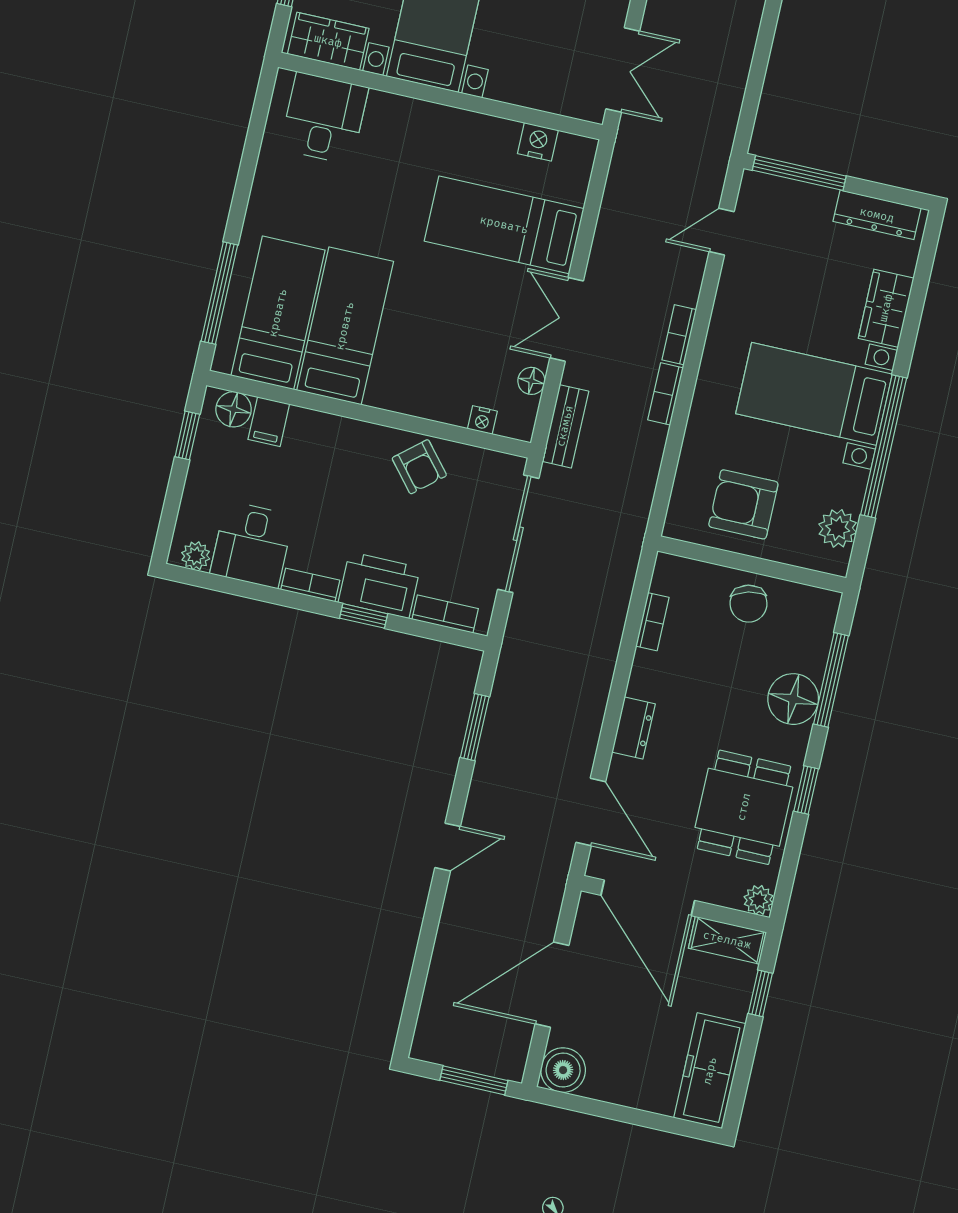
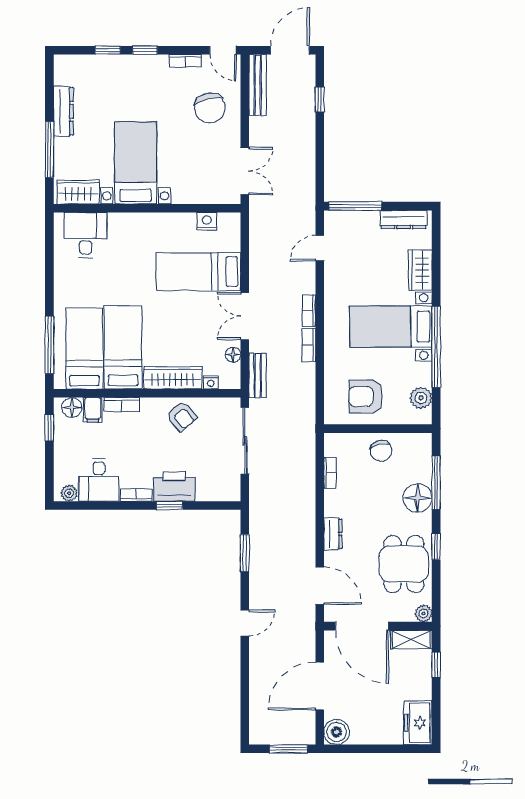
wardrobe: (419, 398) -> (173, 378), added
bookcase: (445, 614) -> (122, 405), moved, turned 180
freezer: (710, 1071) -> (418, 723), width x0.71

